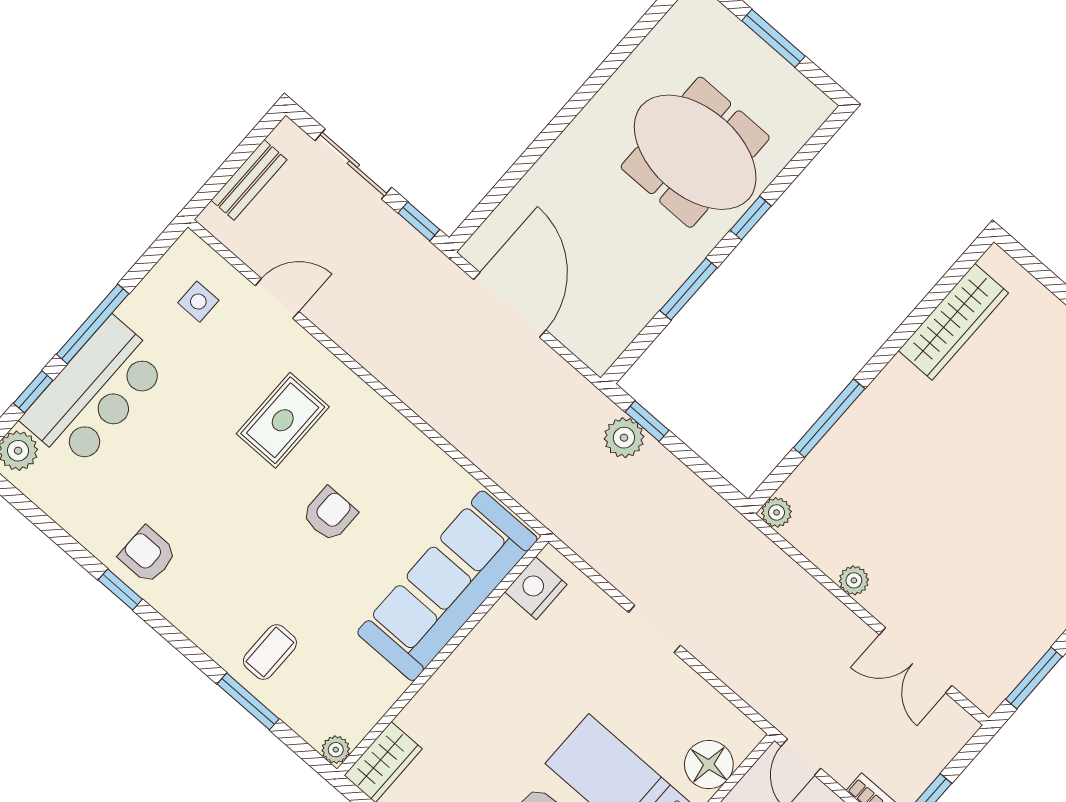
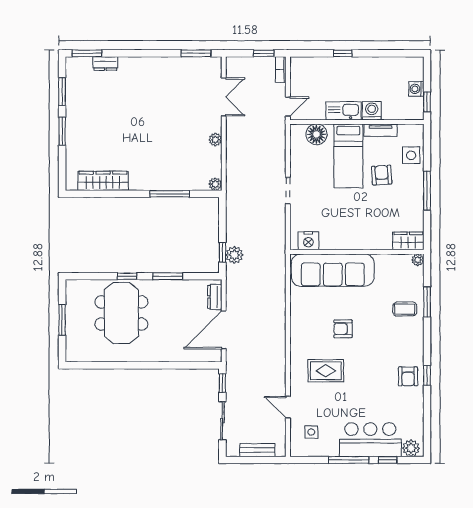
dresser: (581, 339) -> (215, 297), added

